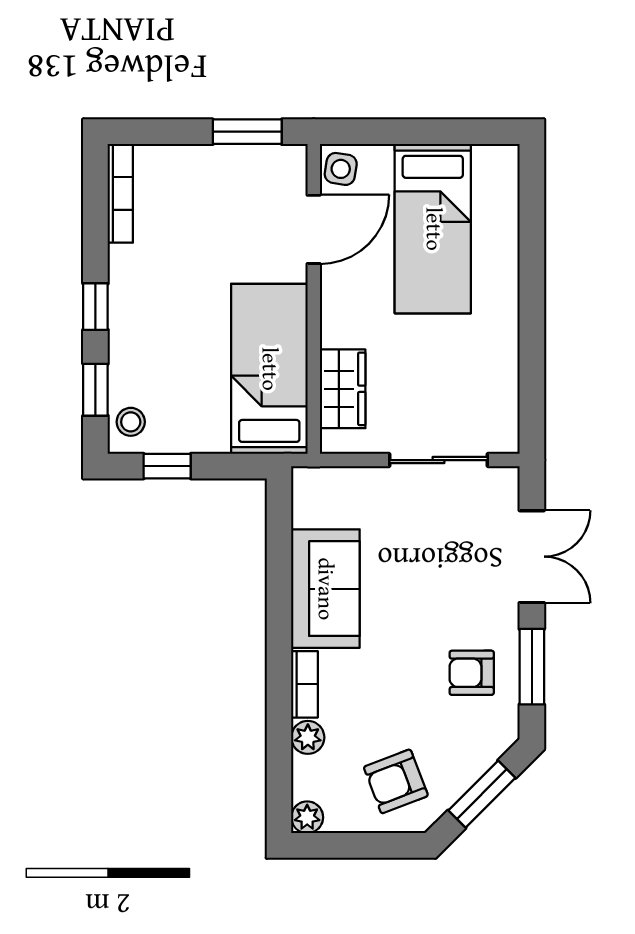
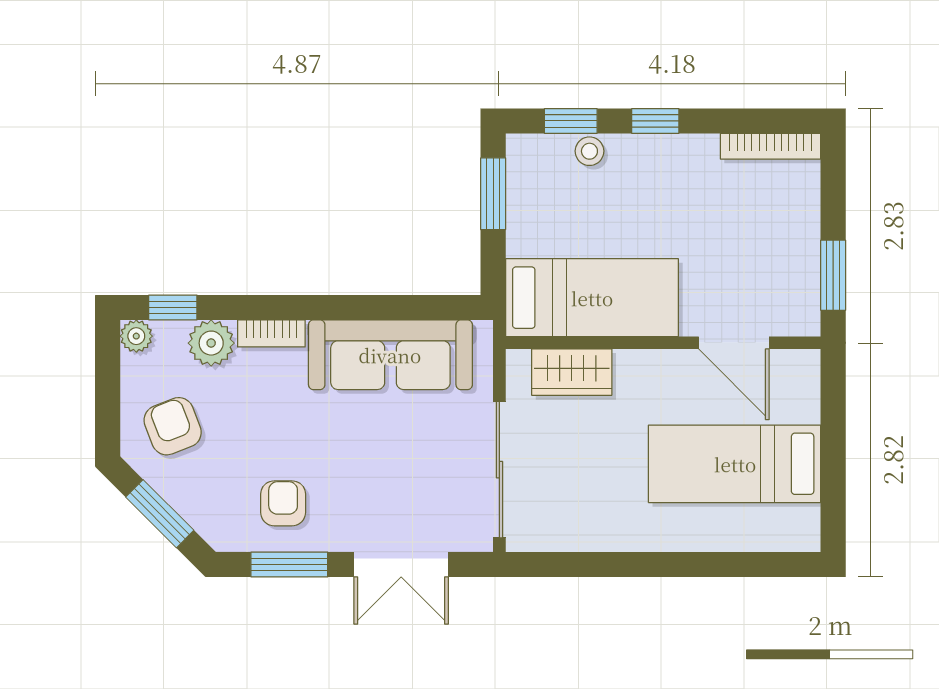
side table: (341, 169) -> (795, 370), removed
stool: (131, 422) -> (589, 151), moved
sliding door: (438, 460) -> (499, 470), width x1.37
window: (167, 466) -> (493, 194), width x1.50
sofa: (325, 589) -> (390, 355), width x1.36
plant: (308, 737) -> (211, 343), width x1.38, depth x1.38
window: (279, 781) -> (173, 307), added

